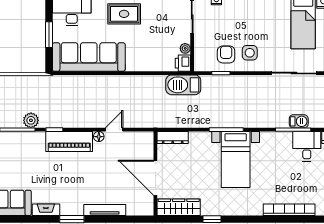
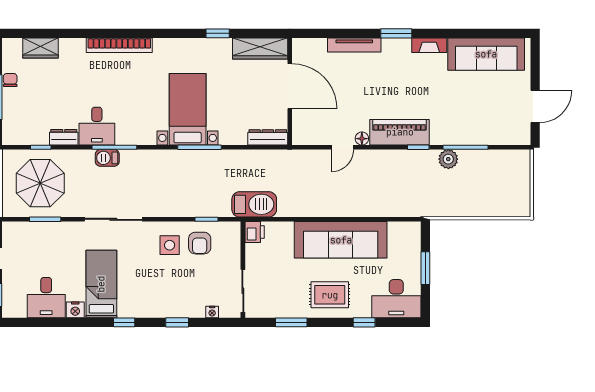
plant: (185, 48) -> (252, 251), removed
sofa: (89, 57) -> (341, 240), moved

